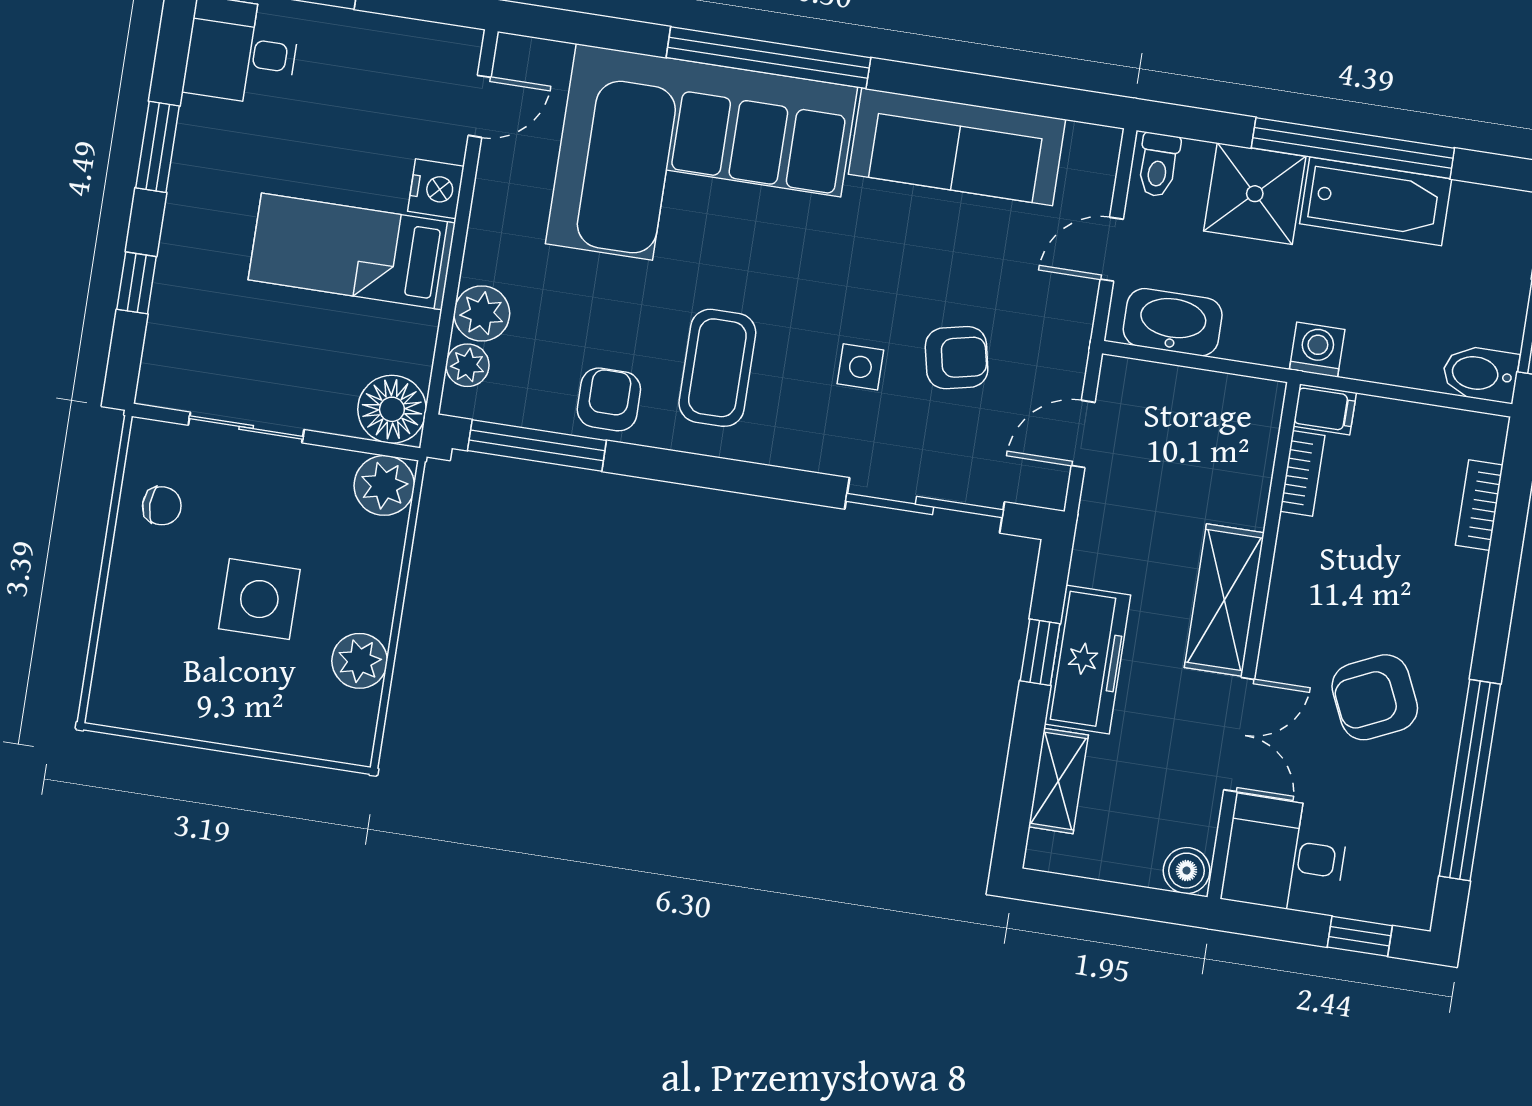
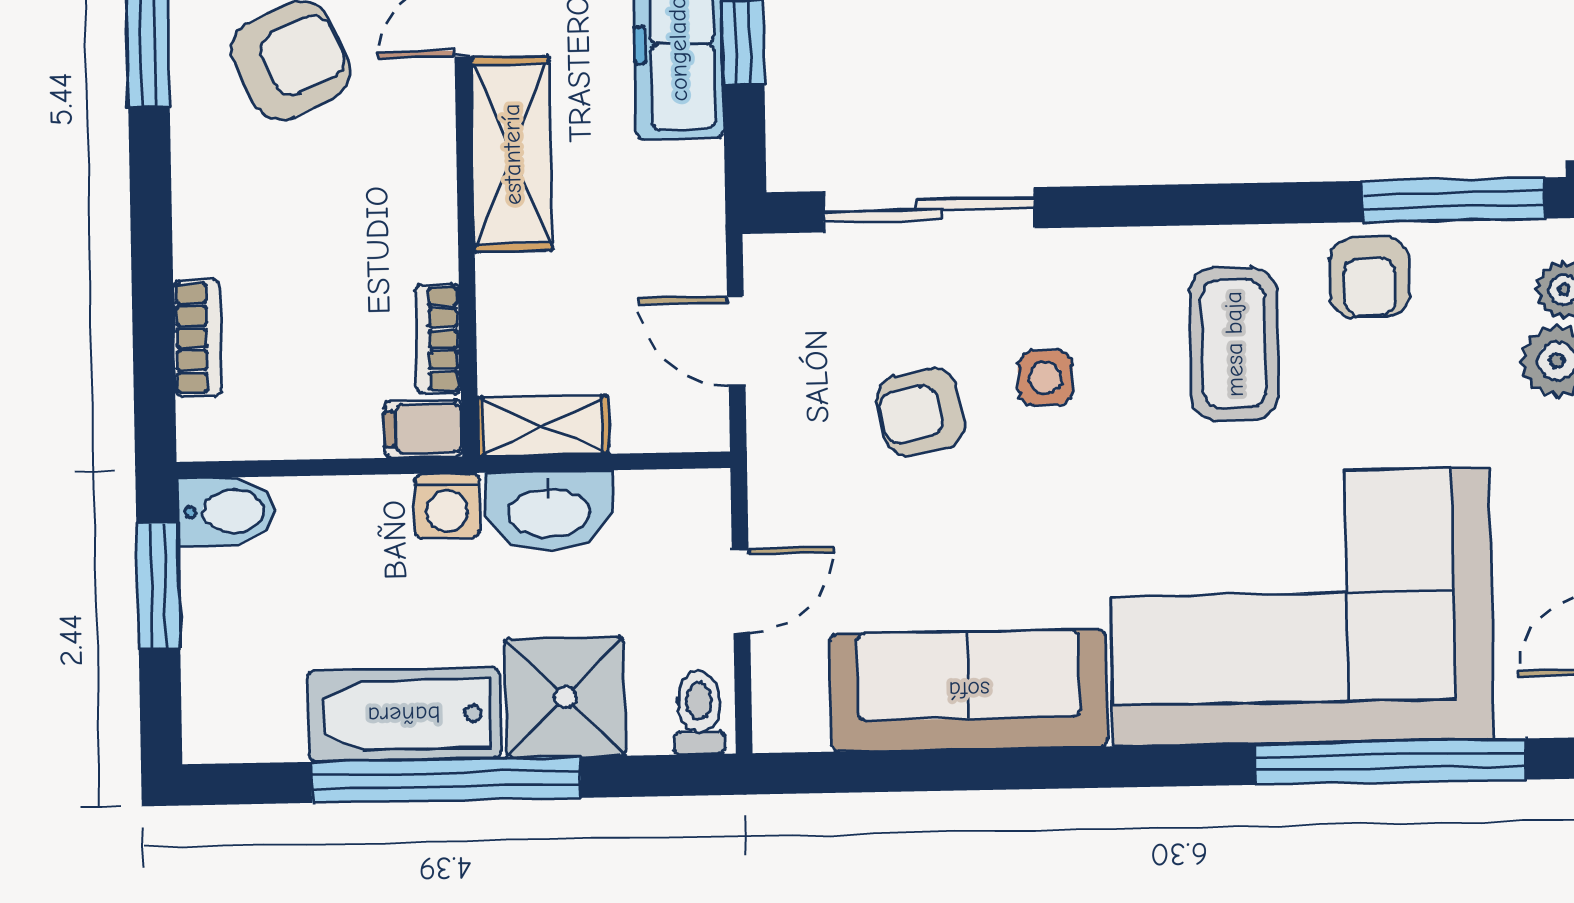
window: (768, 58) -> (1390, 762), moved
washbasin: (1173, 322) -> (549, 510), moved
shelving: (1236, 396) -> (543, 426), added
door: (1083, 434) -> (736, 341), swing flipped

